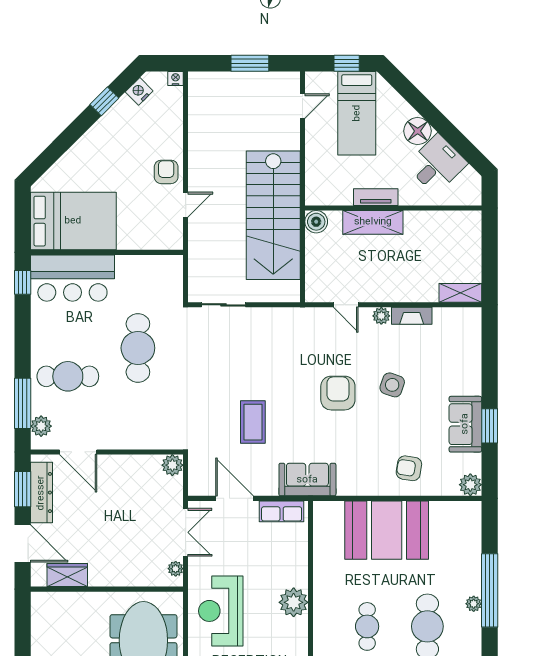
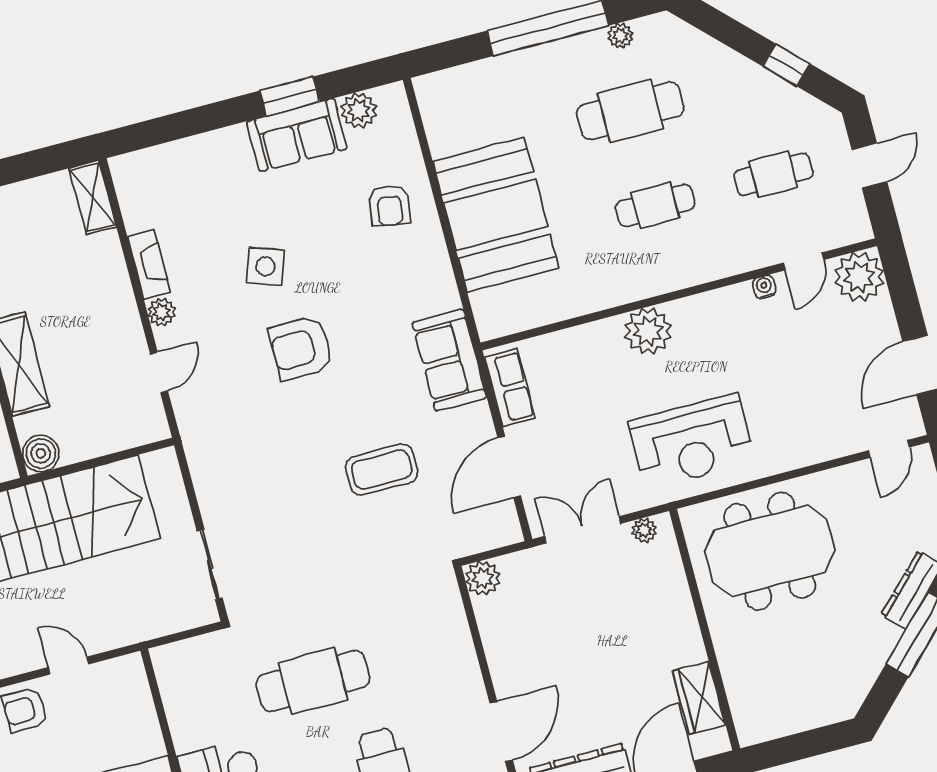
plant: (470, 485) -> (359, 110), moved
plant: (474, 604) -> (620, 36), moved

